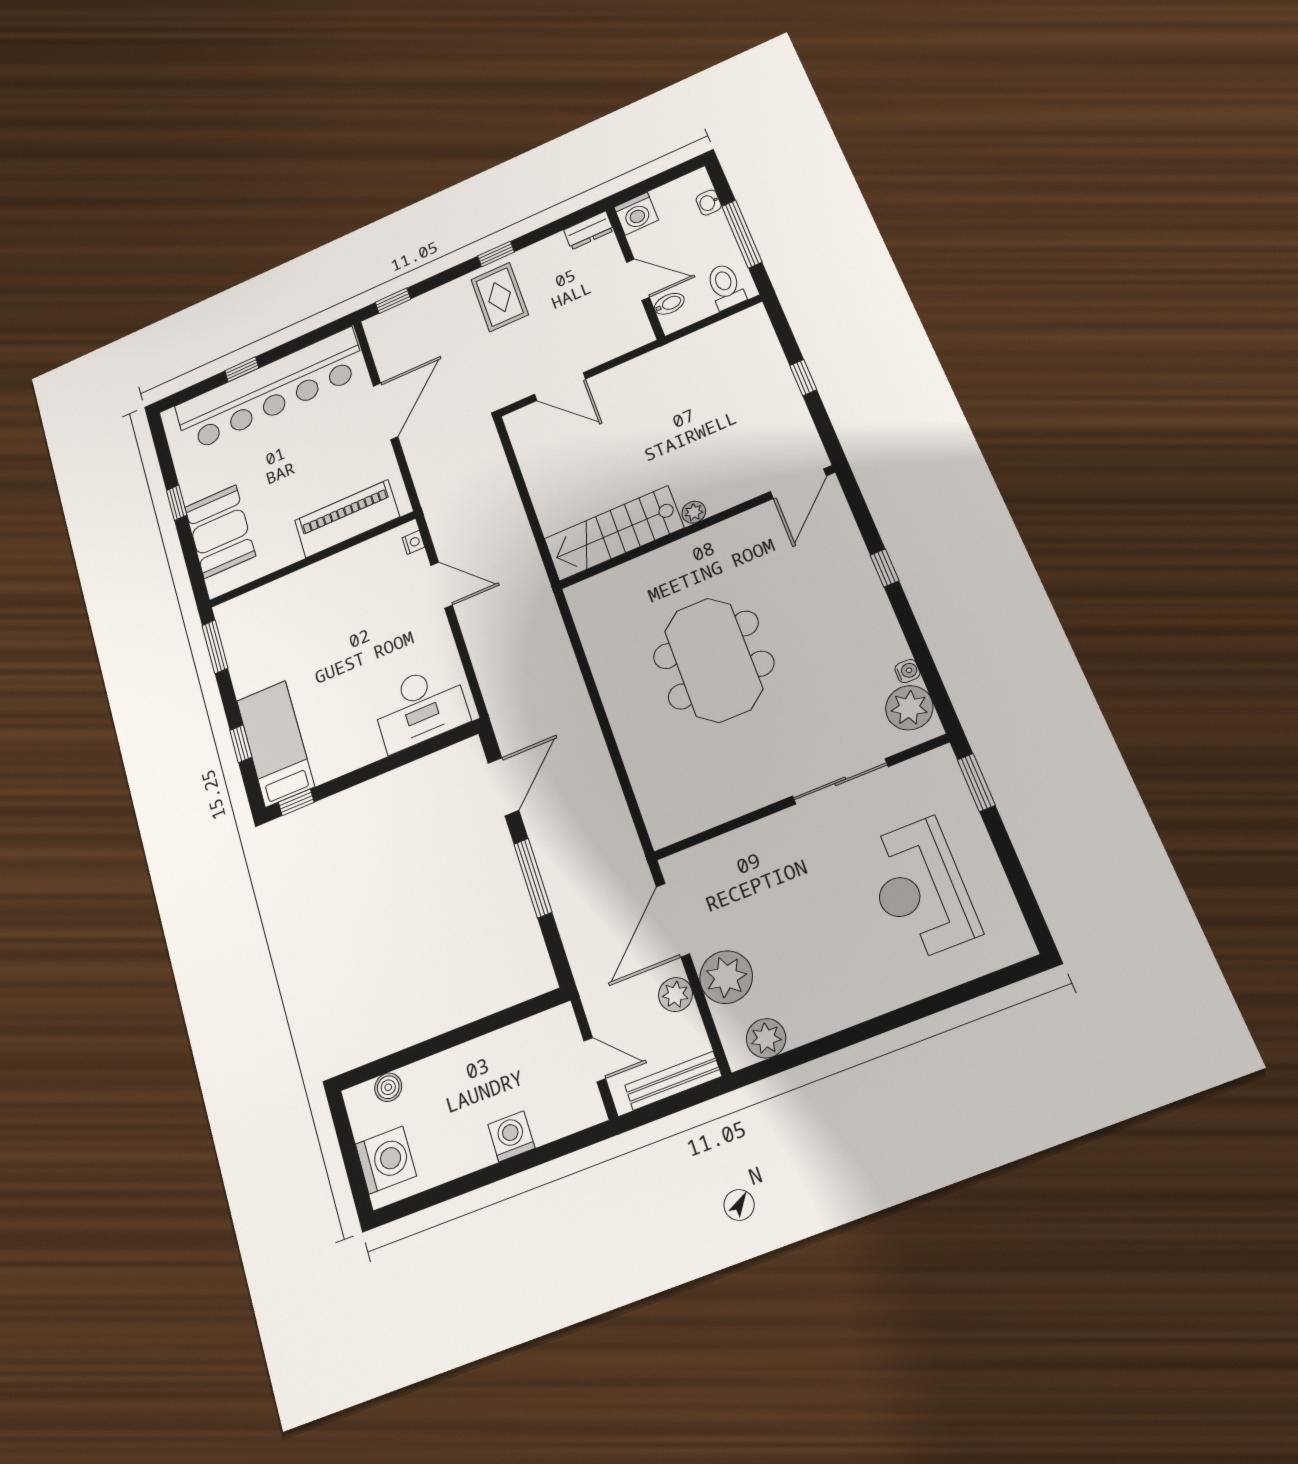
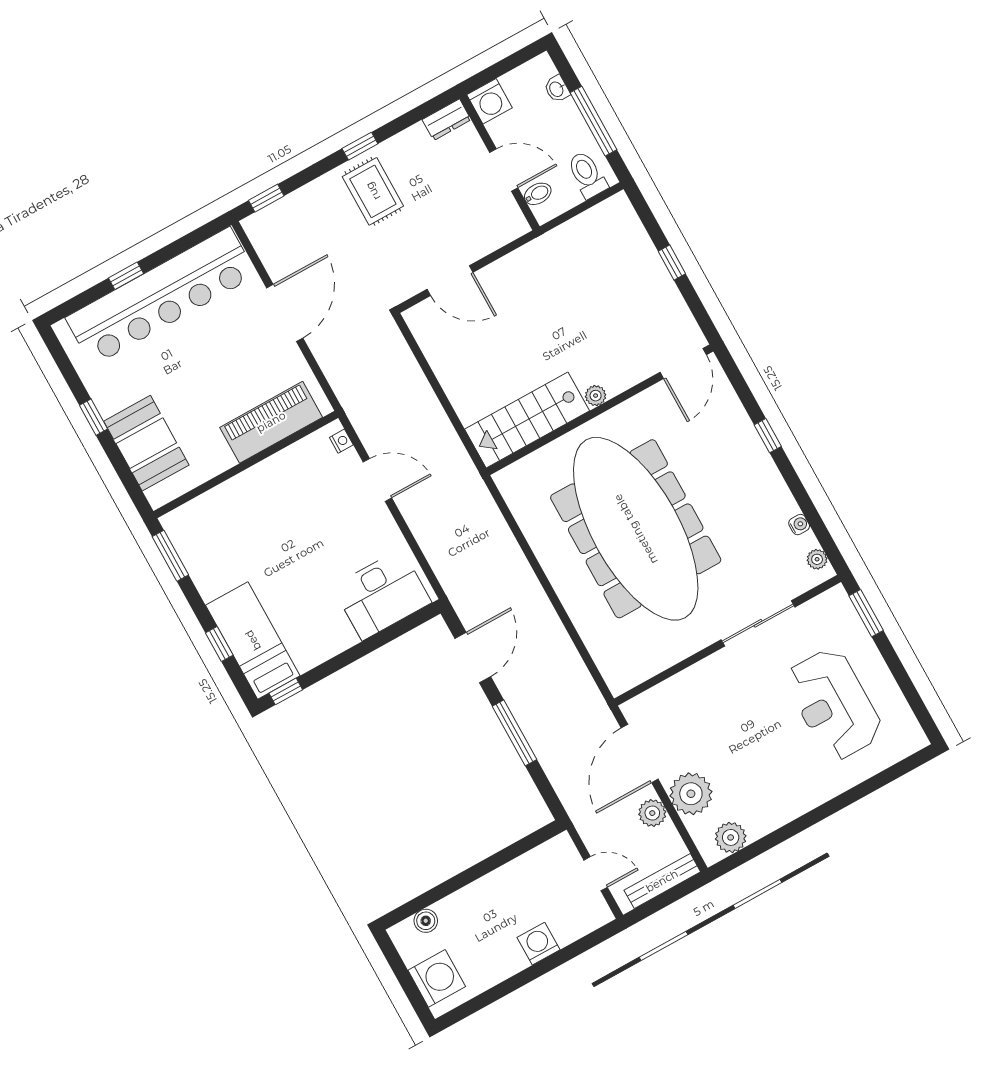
meeting table: (713, 660) -> (636, 529), width x1.86, depth x1.27
plant: (909, 708) -> (817, 559), width x0.53, depth x0.53

